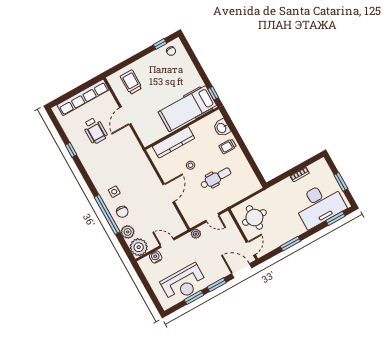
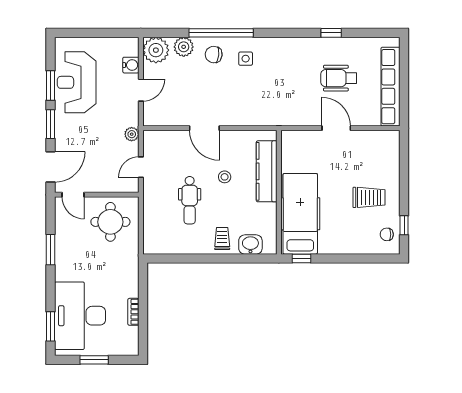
trolley: (131, 82) -> (369, 197), moved

